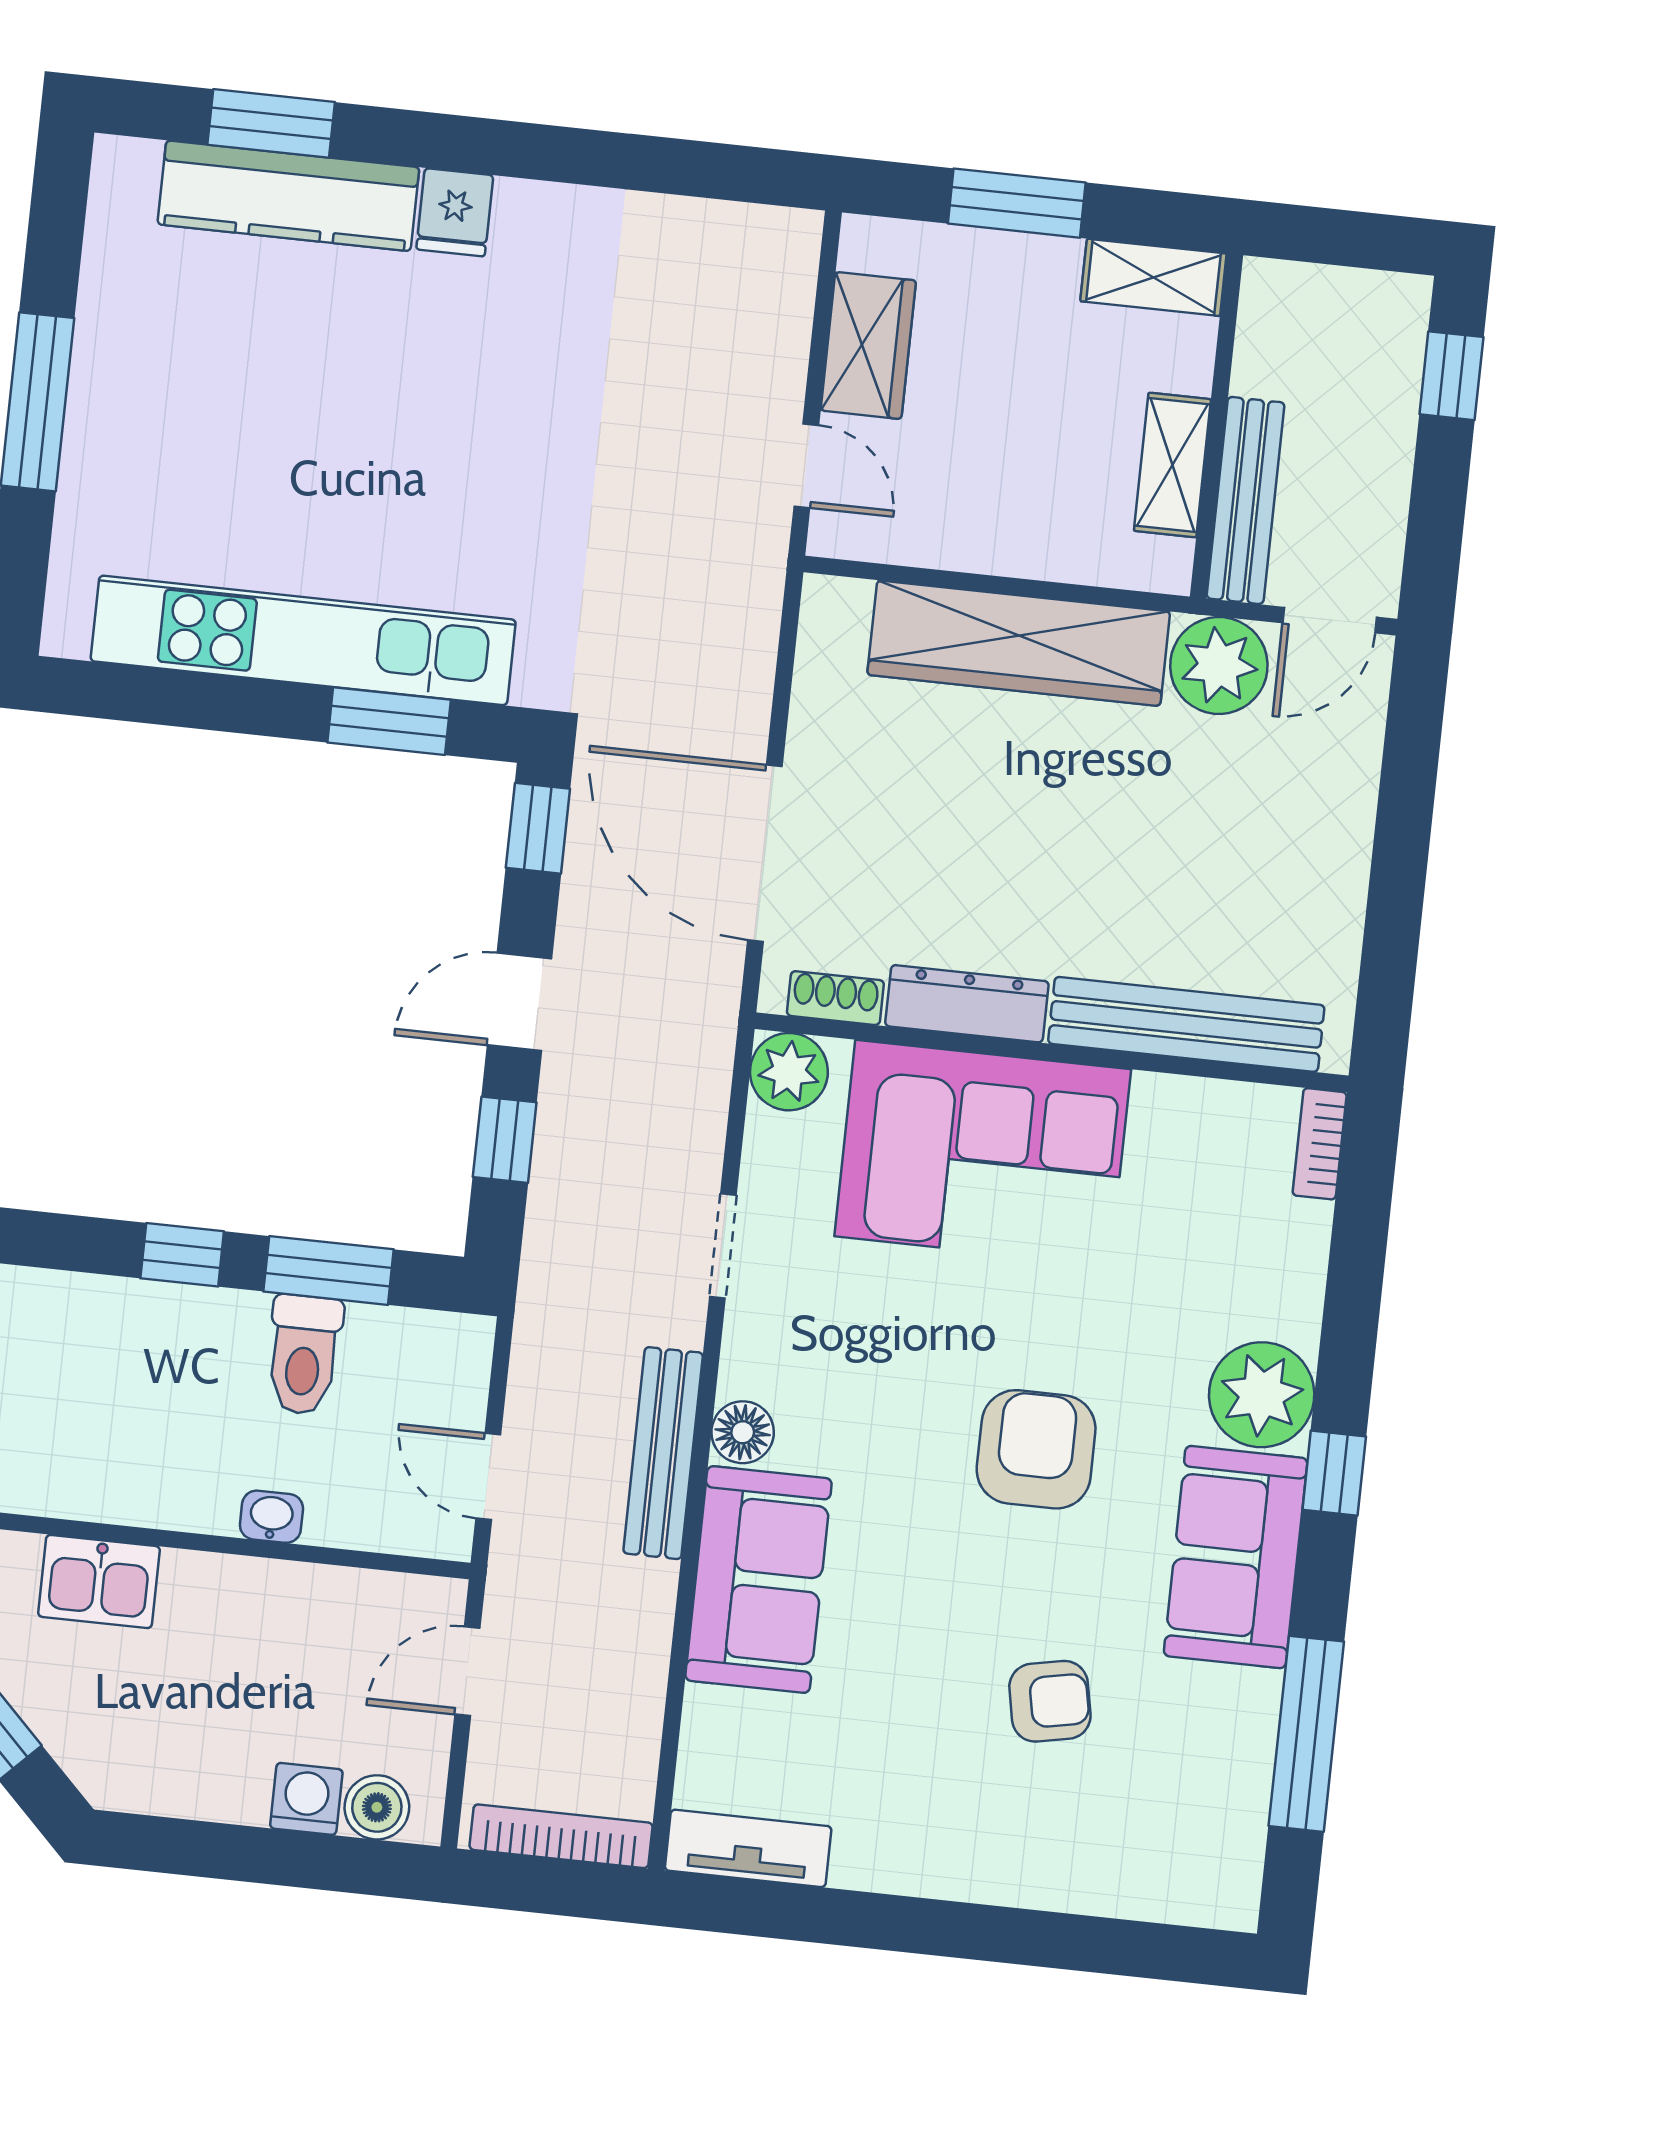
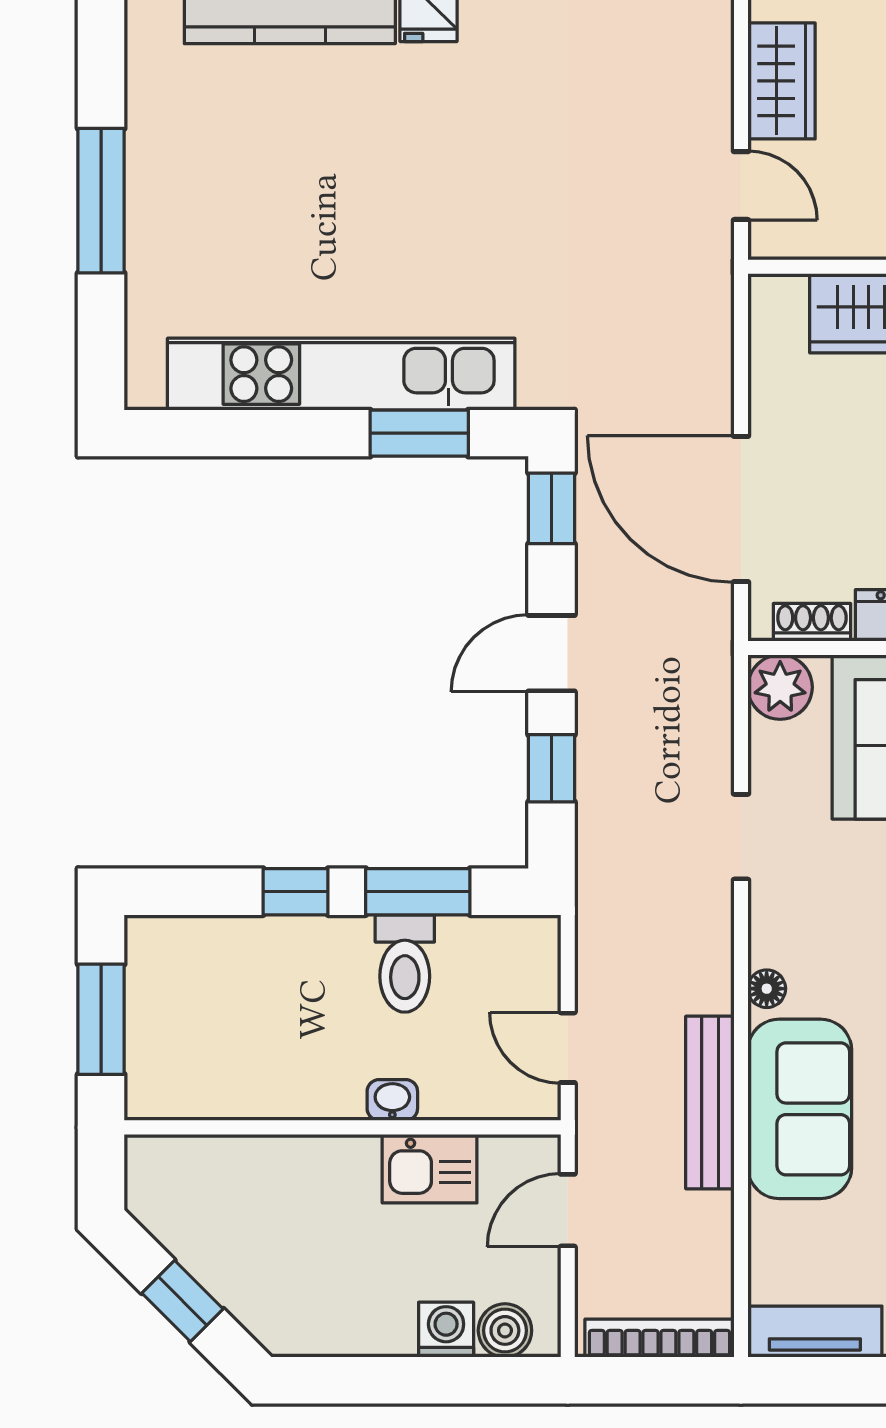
floor lamp: (743, 1432) -> (767, 989), width x0.73, depth x0.73
bench: (663, 1453) -> (710, 1102), moved
kitchen sink: (99, 1581) -> (430, 1169), moved

